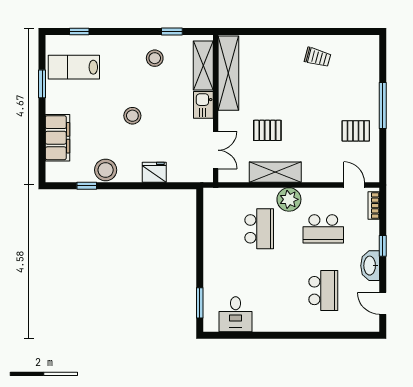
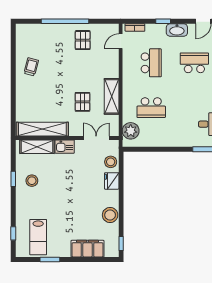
window: (172, 31) -> (13, 179), moved
window: (383, 105) -> (65, 21), width x1.46
stool: (132, 116) -> (111, 162), moved
window: (87, 186) -> (121, 244), moved
plant: (289, 199) -> (131, 131), moved
school desk: (259, 229) -> (151, 108), turned 180

